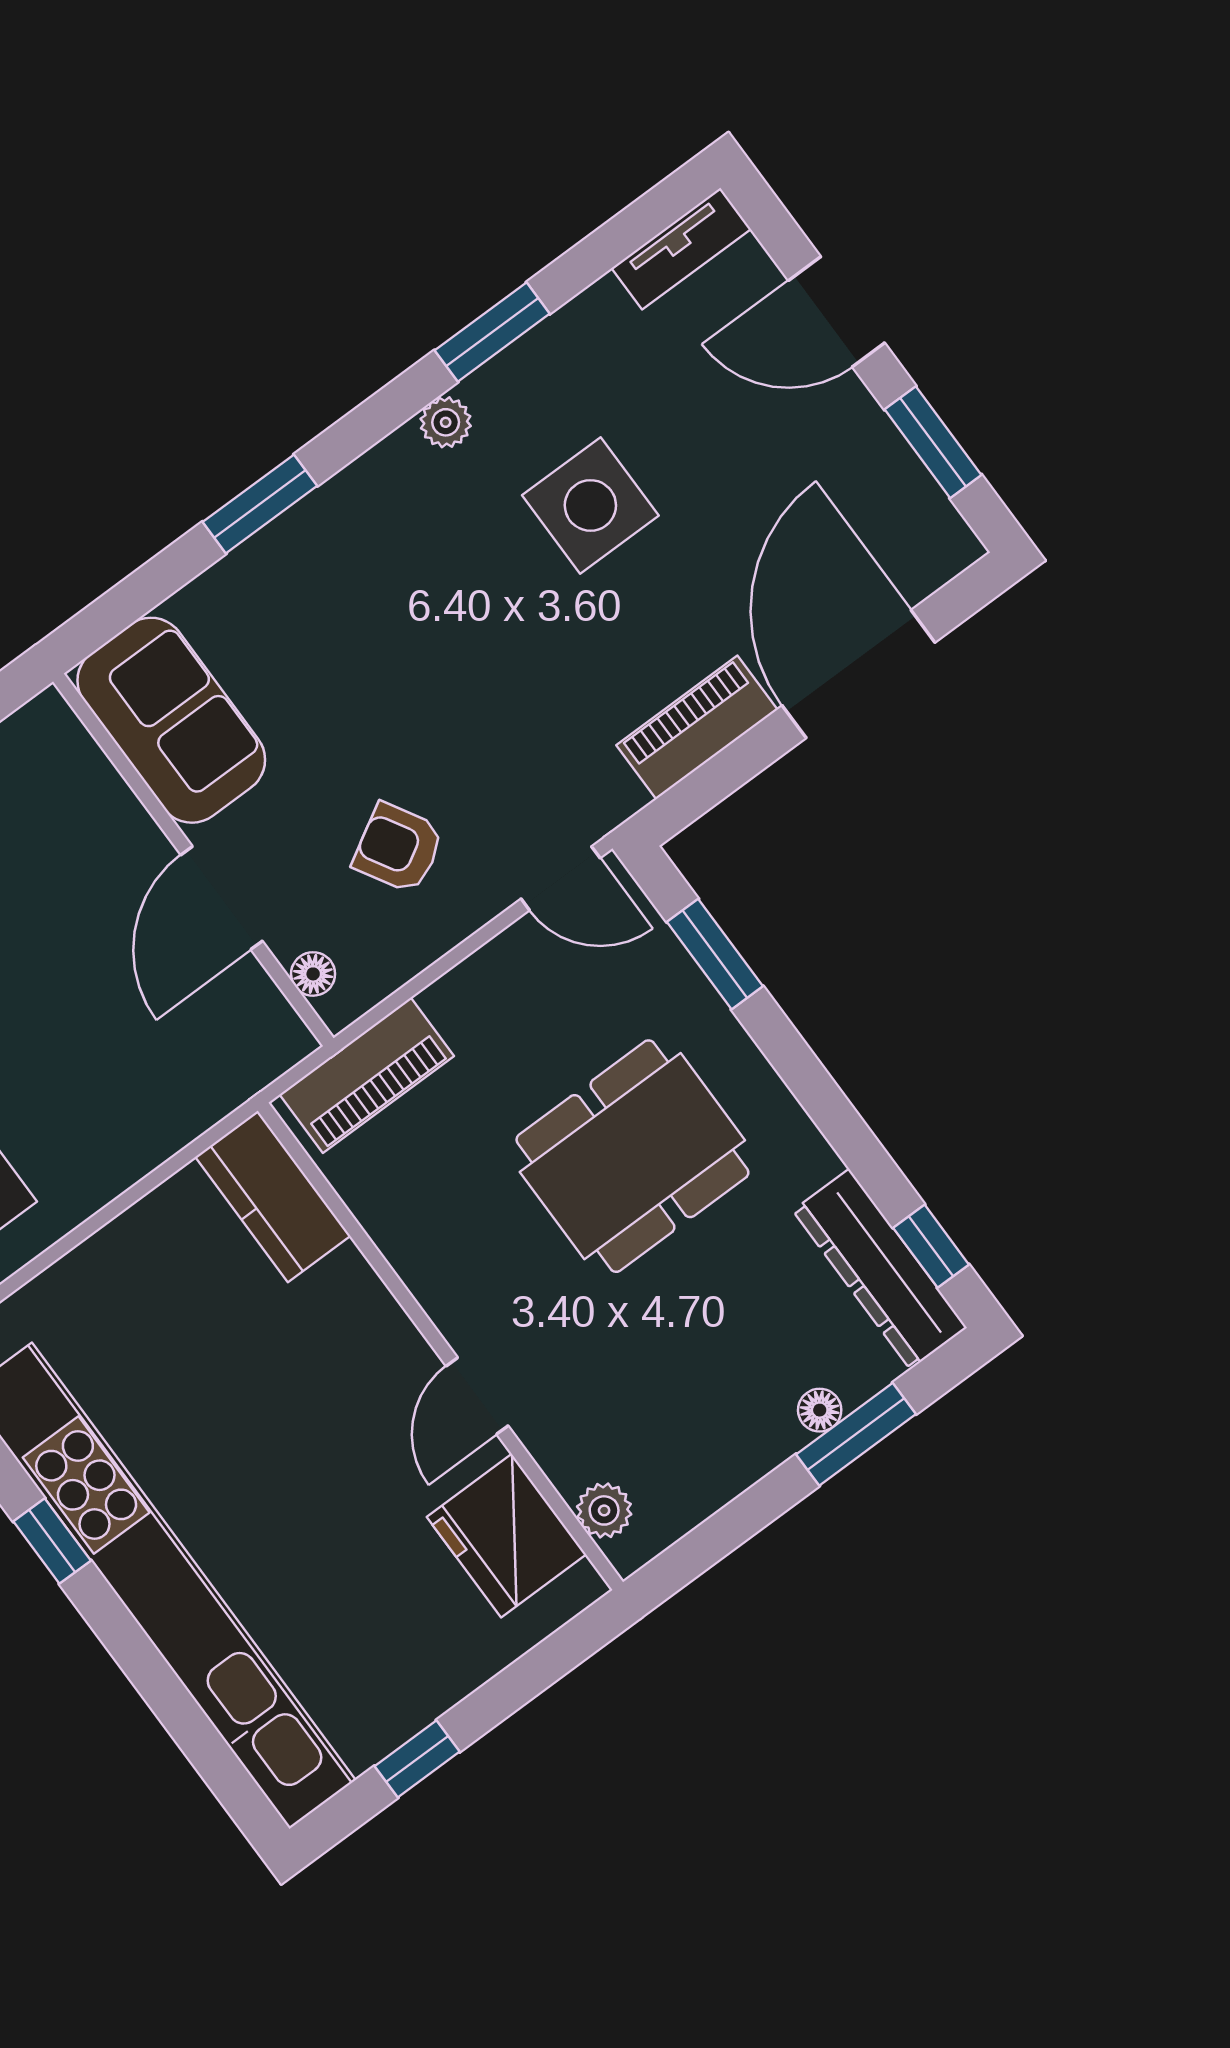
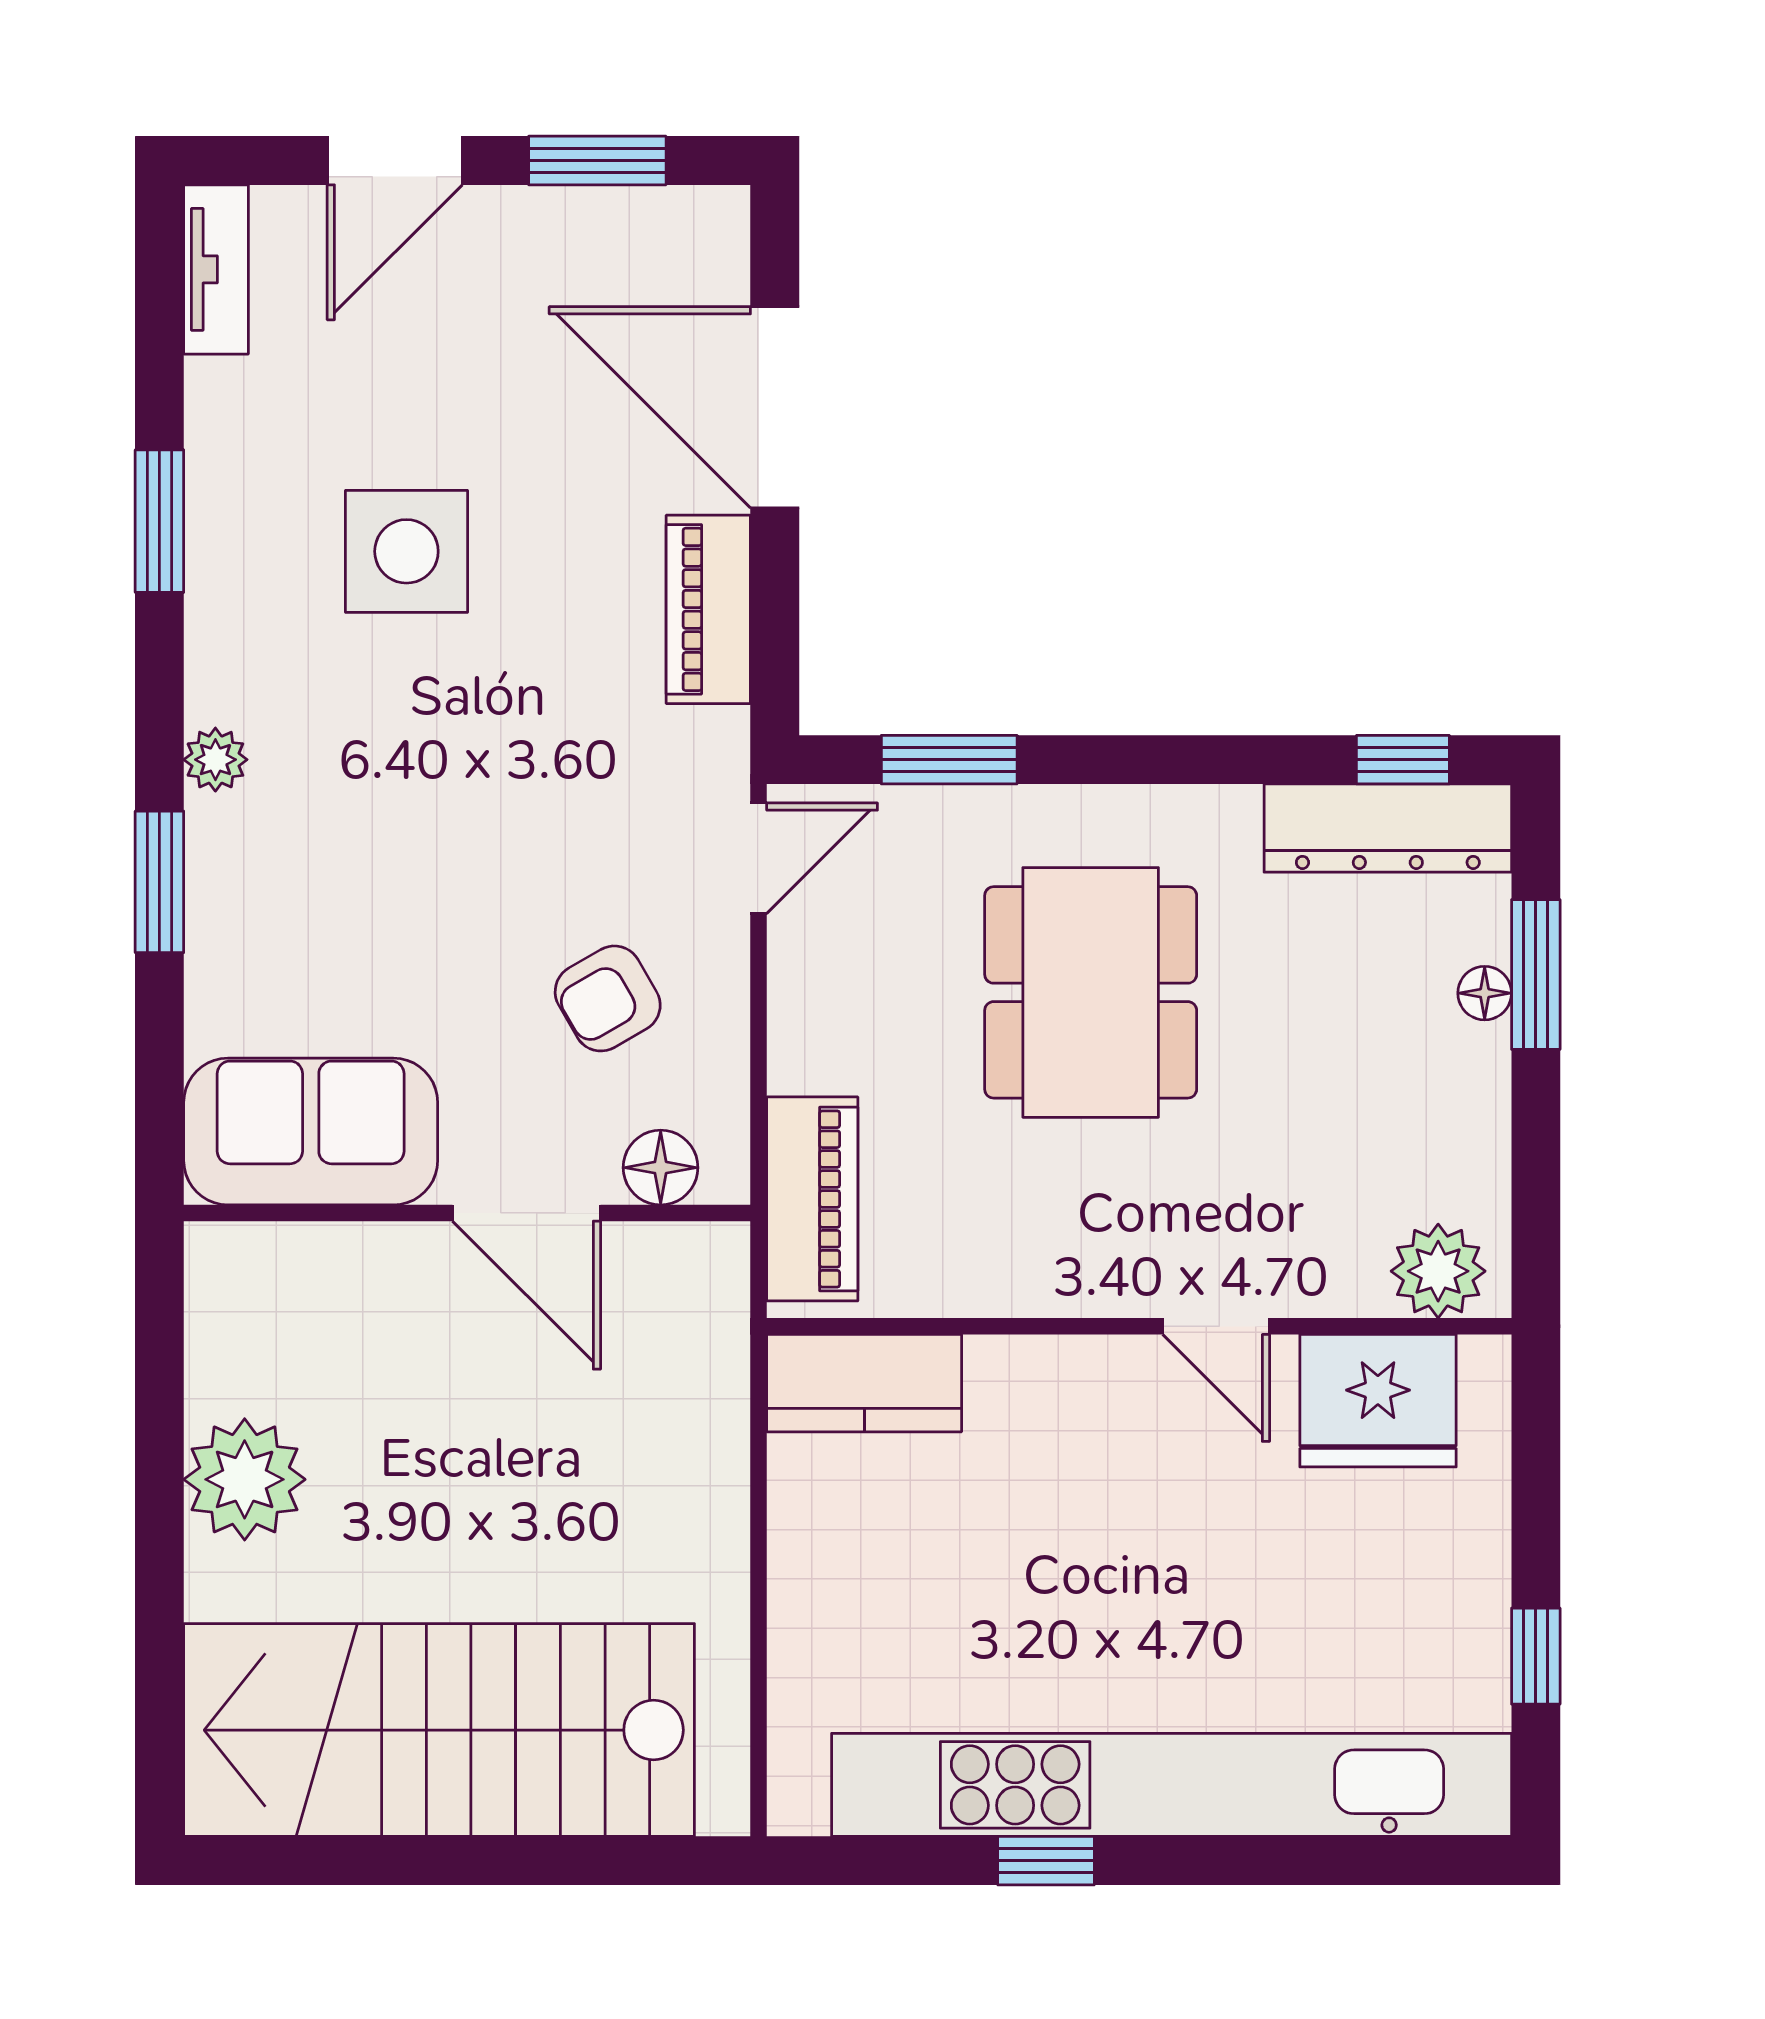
plant: (446, 422) -> (215, 760), moved
floor lamp: (313, 974) -> (661, 1168), width x1.37, depth x1.37
plant: (604, 1510) -> (1438, 1271), width x1.38, depth x1.38

